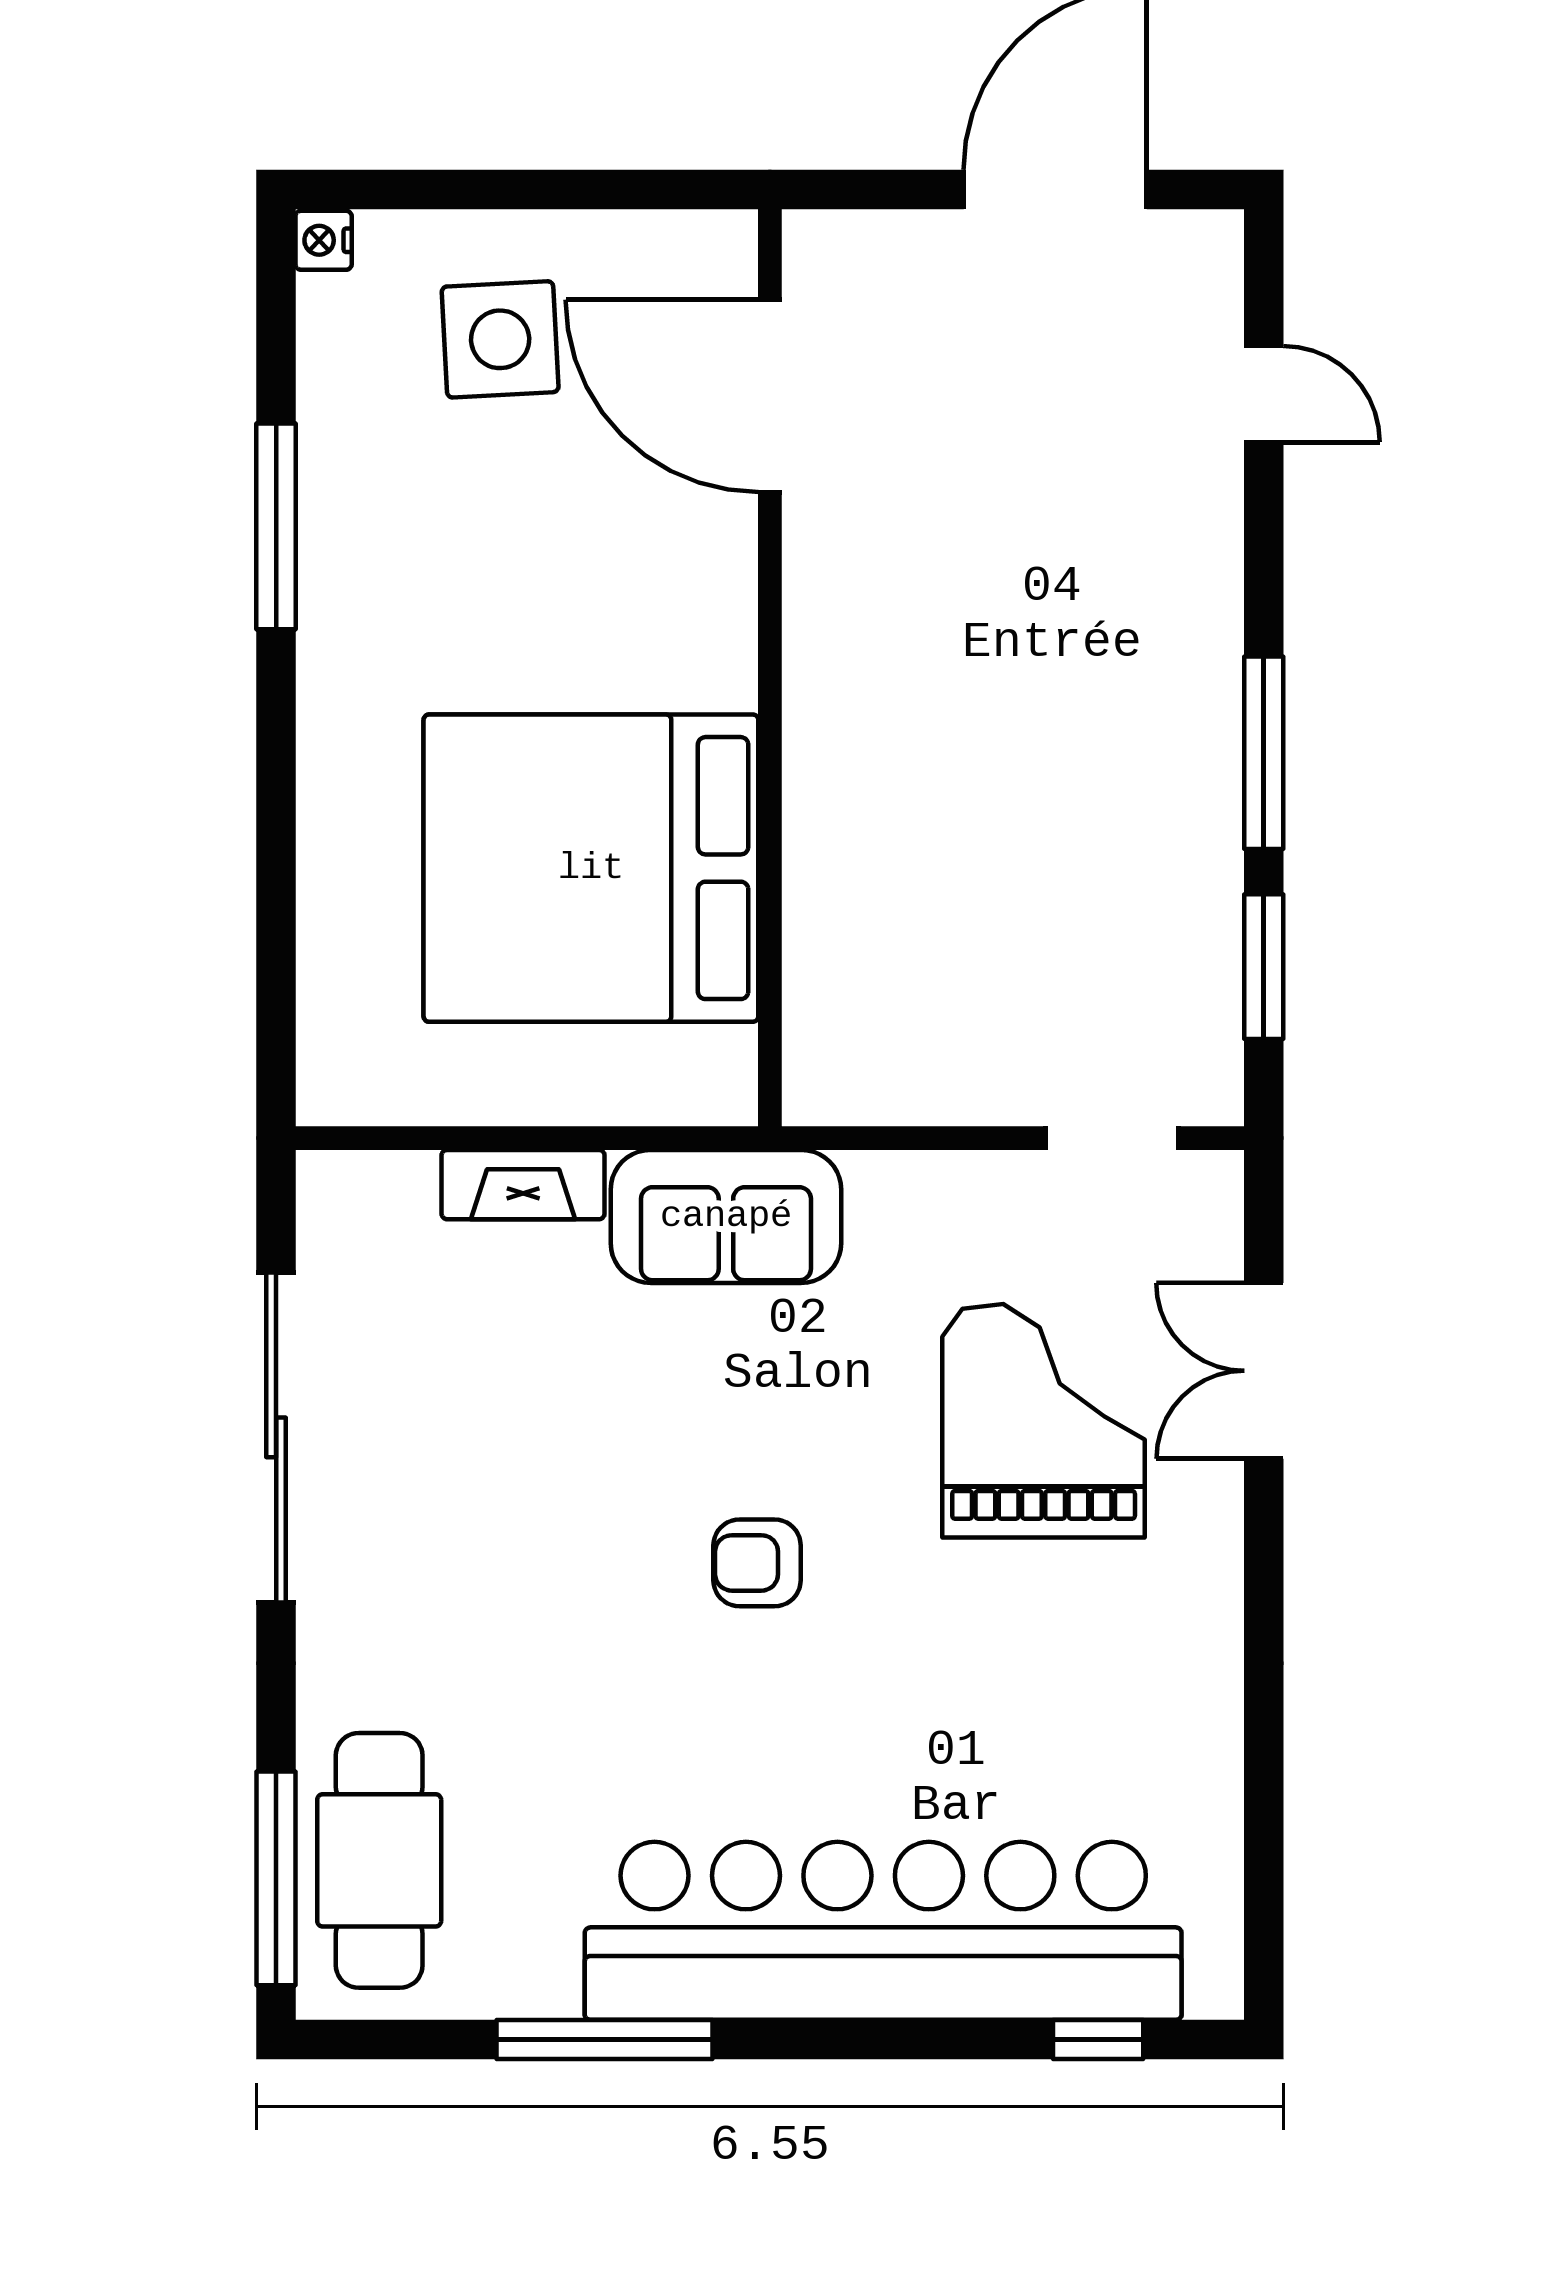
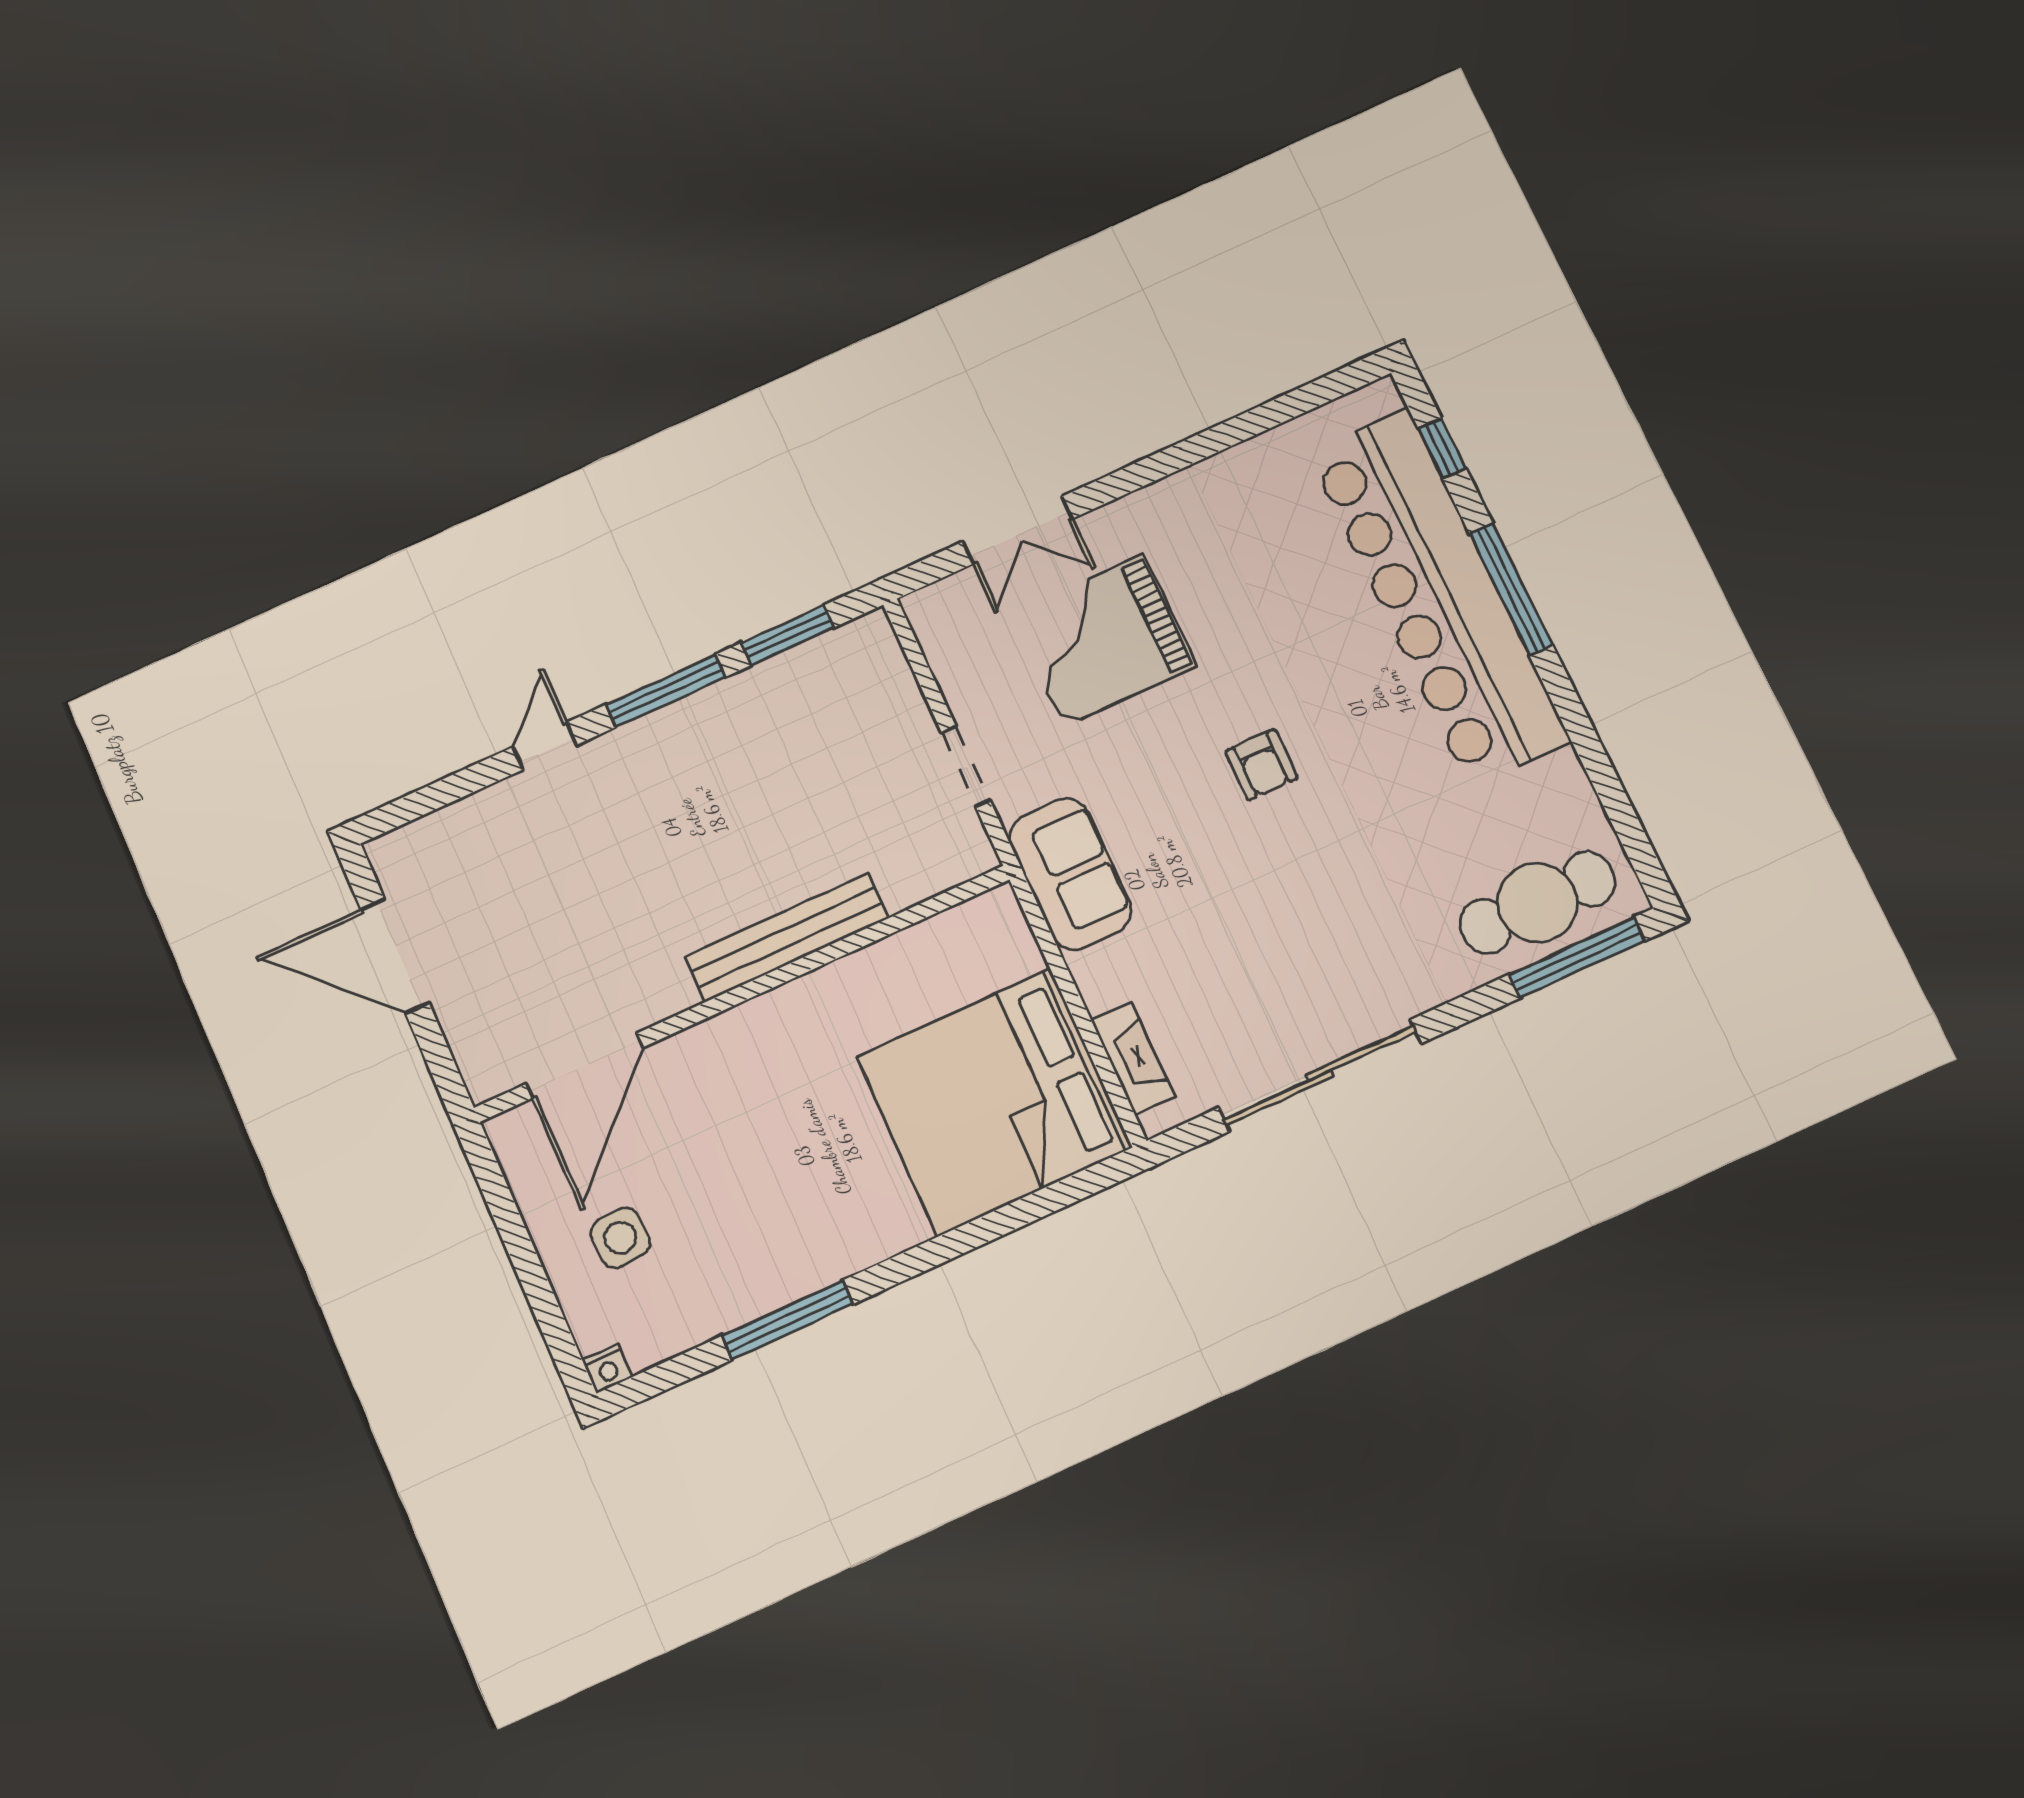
side table: (500, 339) -> (620, 1238), width x0.73, depth x0.73
door: (1264, 394) -> (545, 746), moved
bench: (821, 768) -> (787, 938), added
bed: (591, 868) -> (994, 1102), moved, turned 90
doorway: (1112, 1138) -> (966, 767), moved
fireplace: (523, 1185) -> (1133, 1058), moved
window: (604, 2040) -> (1511, 589), moved

